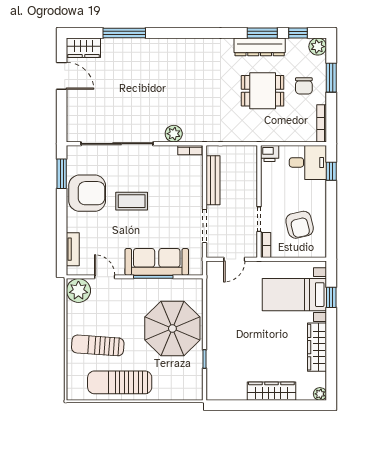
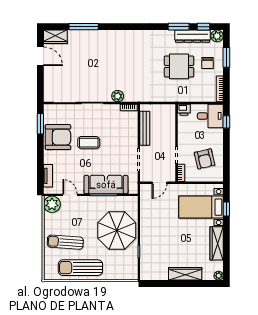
dresser: (260, 47) -> (193, 36), moved

